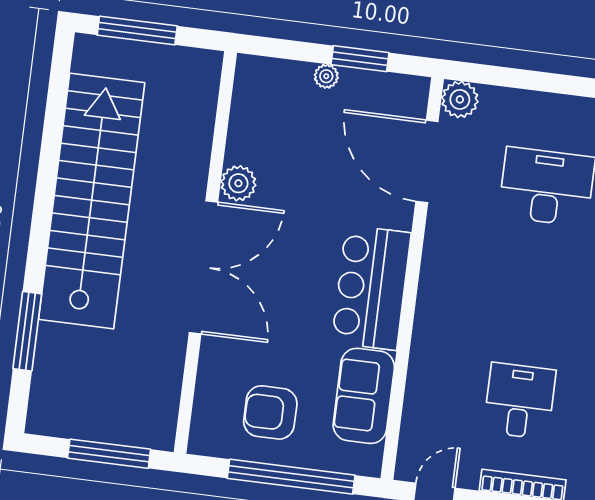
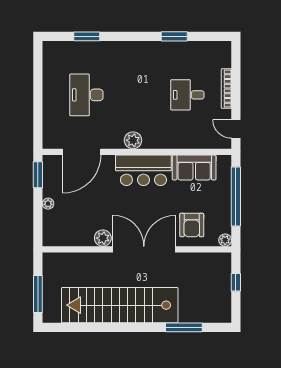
window: (360, 59) -> (38, 175), moved
plant: (460, 99) -> (133, 140), moved
armchair: (270, 412) -> (192, 225), moved
plant: (201, 442) -> (225, 240), added
window: (109, 454) -> (236, 282), width x0.46

